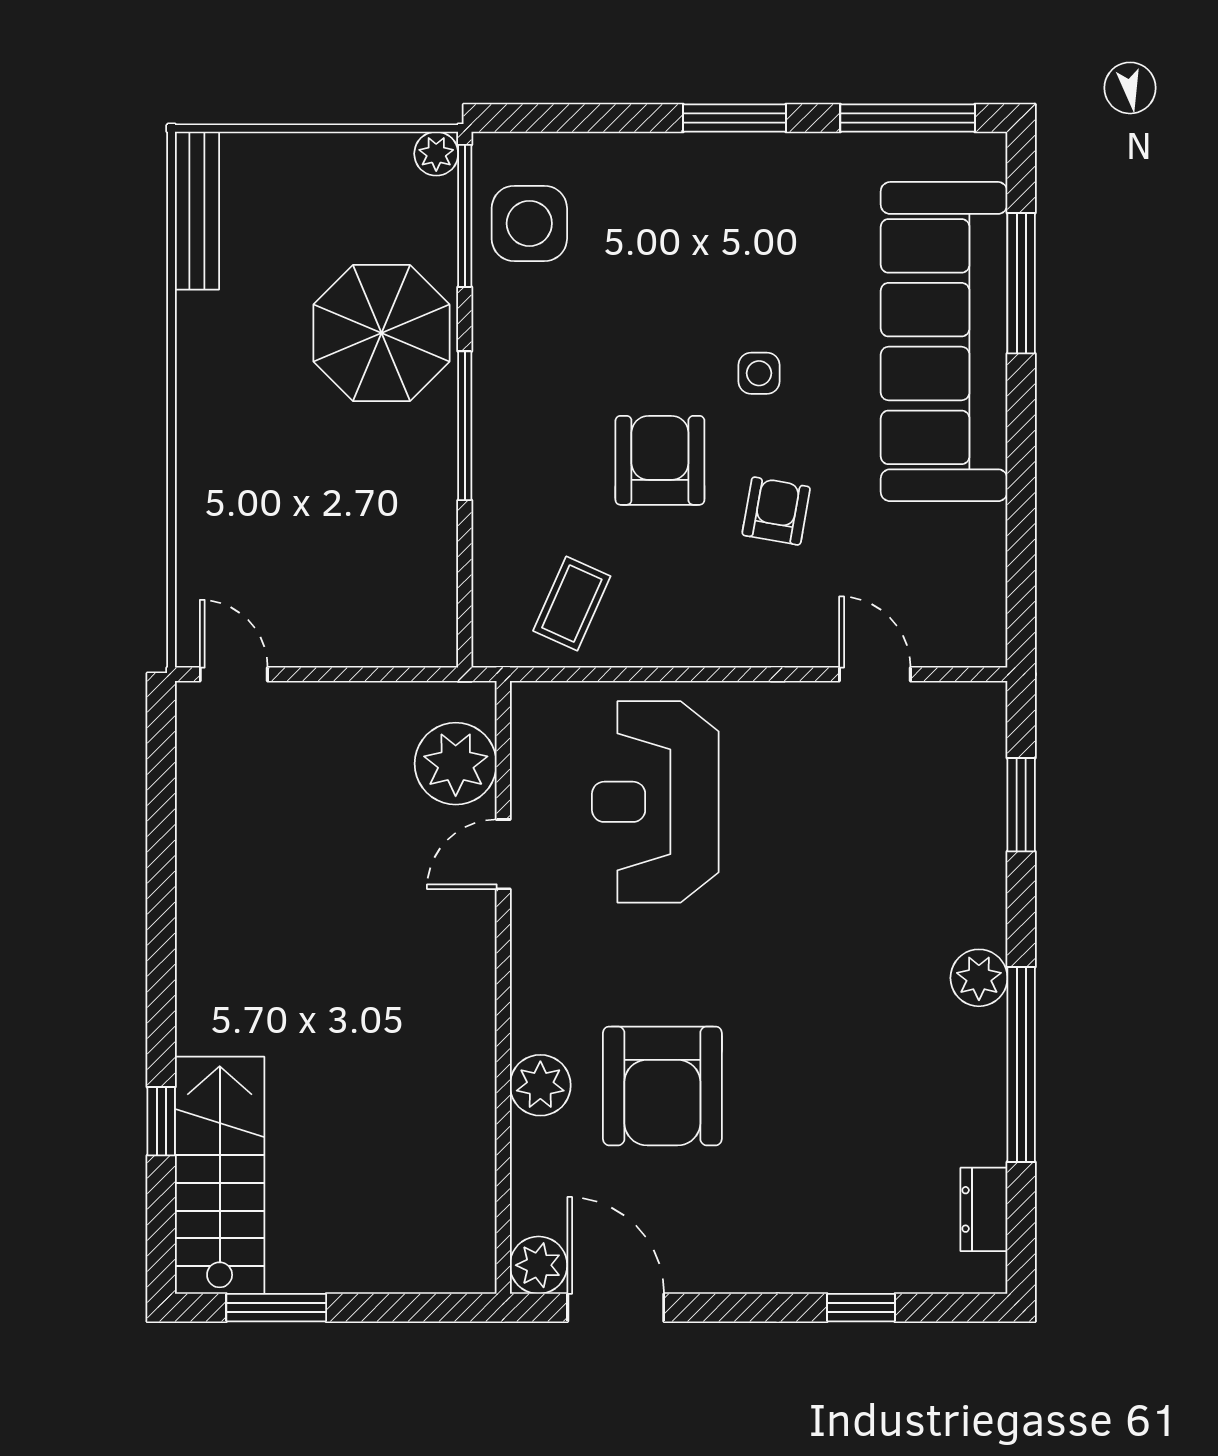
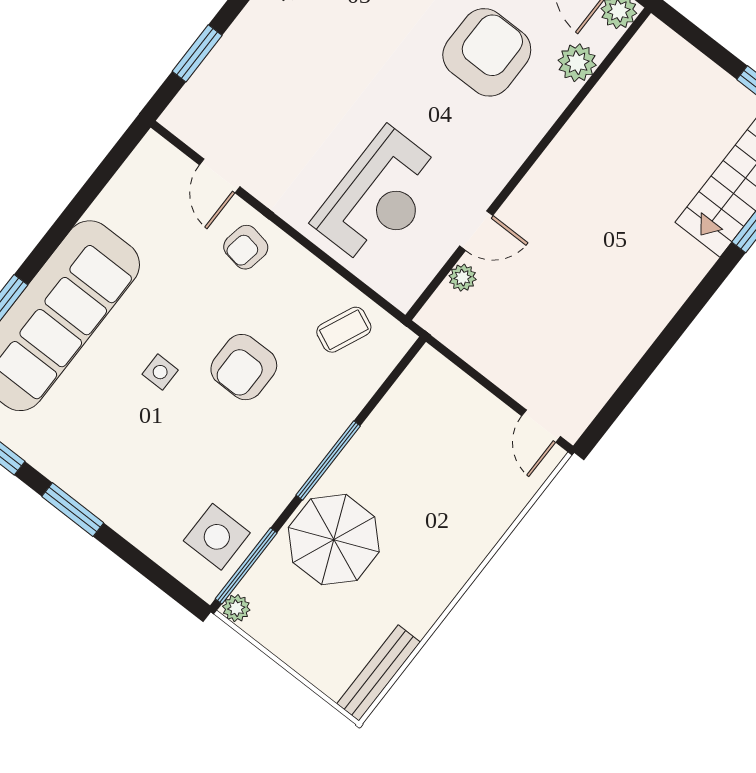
armchair: (776, 511) -> (246, 247), moved
plant: (456, 764) -> (463, 278), width x0.53, depth x0.53
plant: (540, 1085) -> (577, 63), moved

